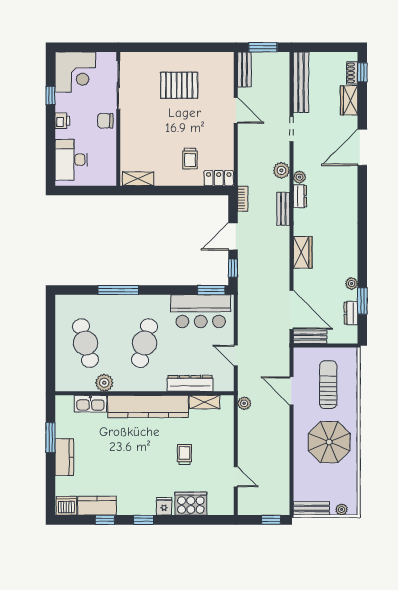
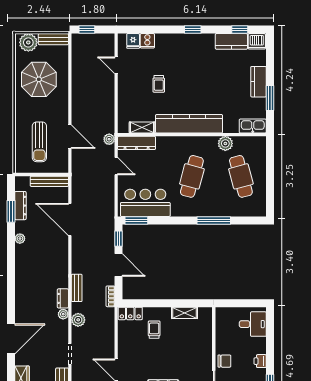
desk: (71, 160) -> (253, 324), width x0.73
shelving: (138, 179) -> (185, 313), moved
door: (233, 236) -> (118, 265), hinge flipped
wardrobe: (303, 252) -> (61, 252), removed
plant: (352, 284) -> (20, 239), moved
door: (291, 310) -> (70, 219), moved
dresser: (351, 313) -> (20, 206), width x1.44
bench: (310, 337) -> (49, 181), width x1.36
dresser: (190, 383) -> (137, 143), moved
plant: (244, 403) -> (109, 139), moved
kitchen sink: (90, 404) -> (253, 126), moved
parasol: (329, 442) -> (39, 79), moved
cooker: (191, 504) -> (147, 41), width x0.53, depth x0.76
fridge: (164, 506) -> (133, 41), moved
plant: (342, 509) -> (28, 42), width x1.88, depth x1.88
window: (105, 520) -> (240, 30), moved

